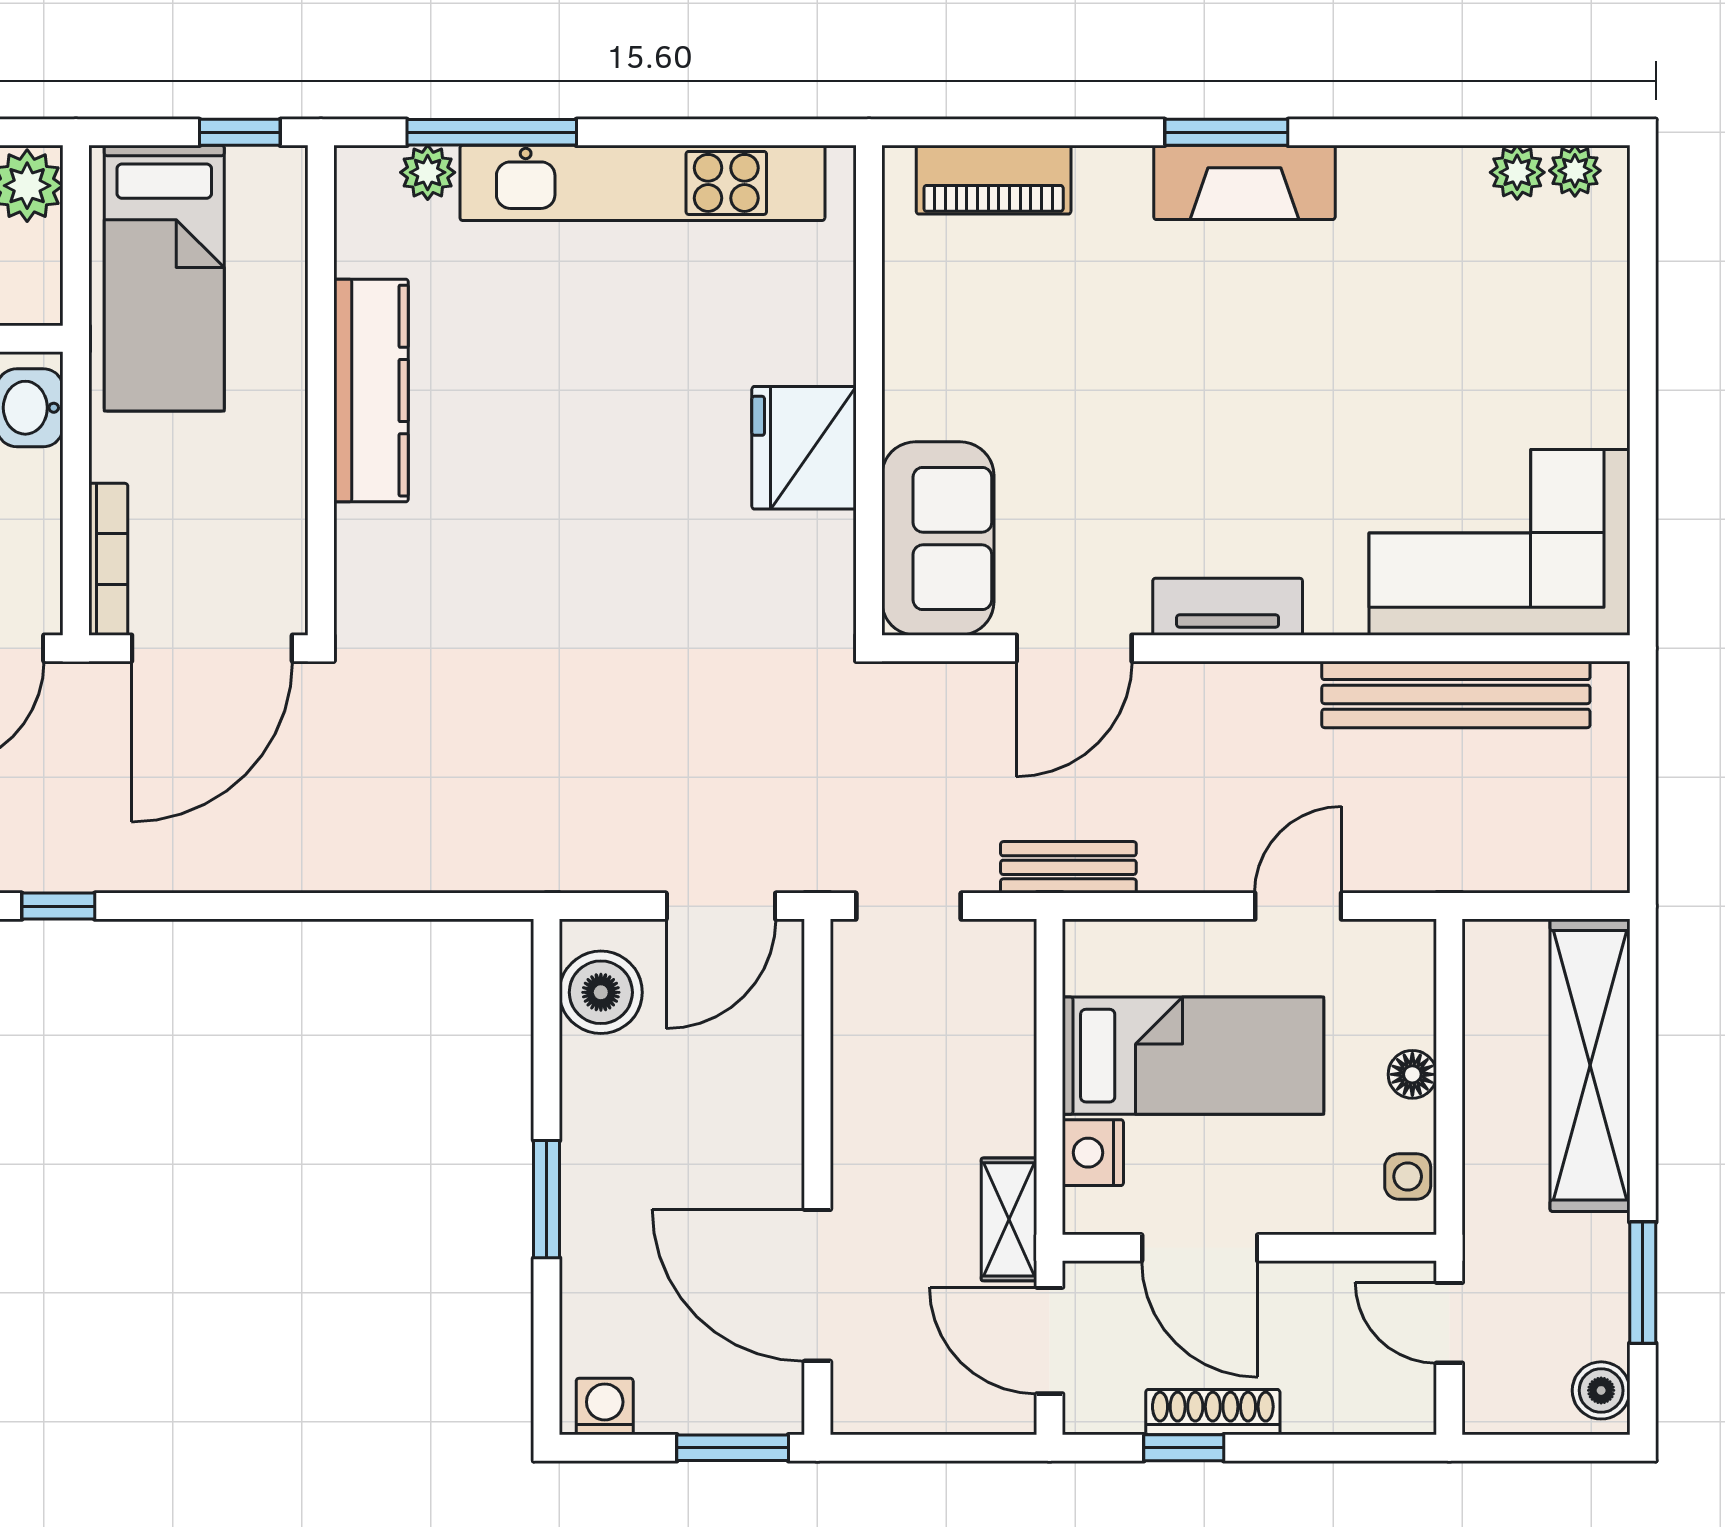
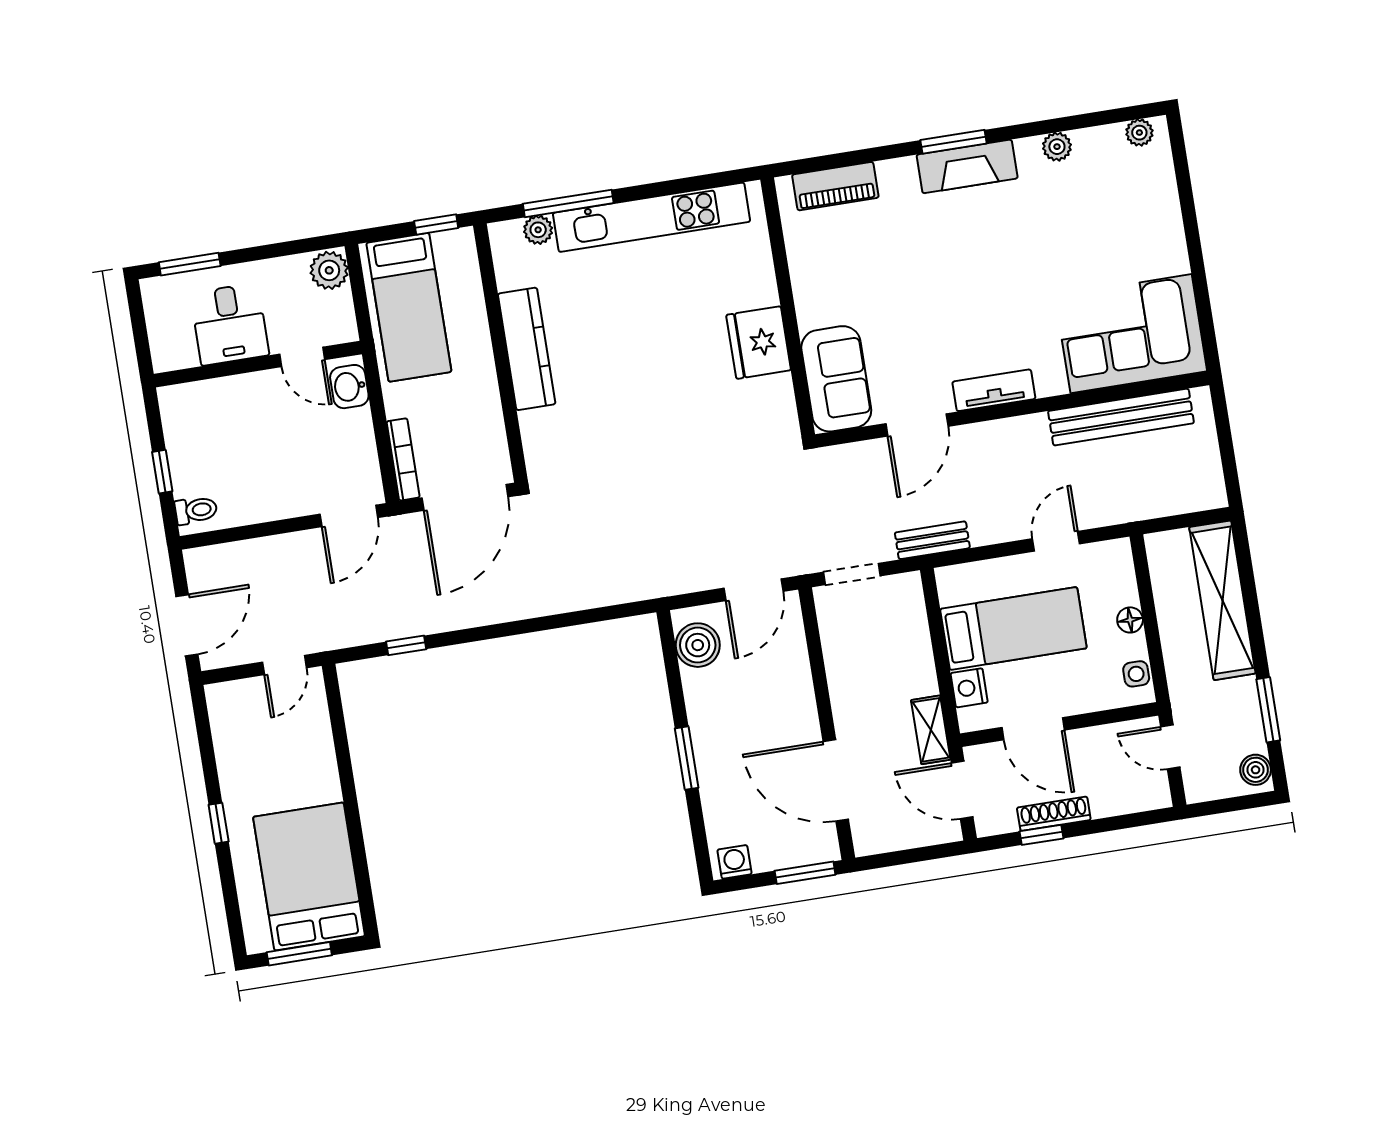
plant: (1517, 172) -> (1057, 147), moved

